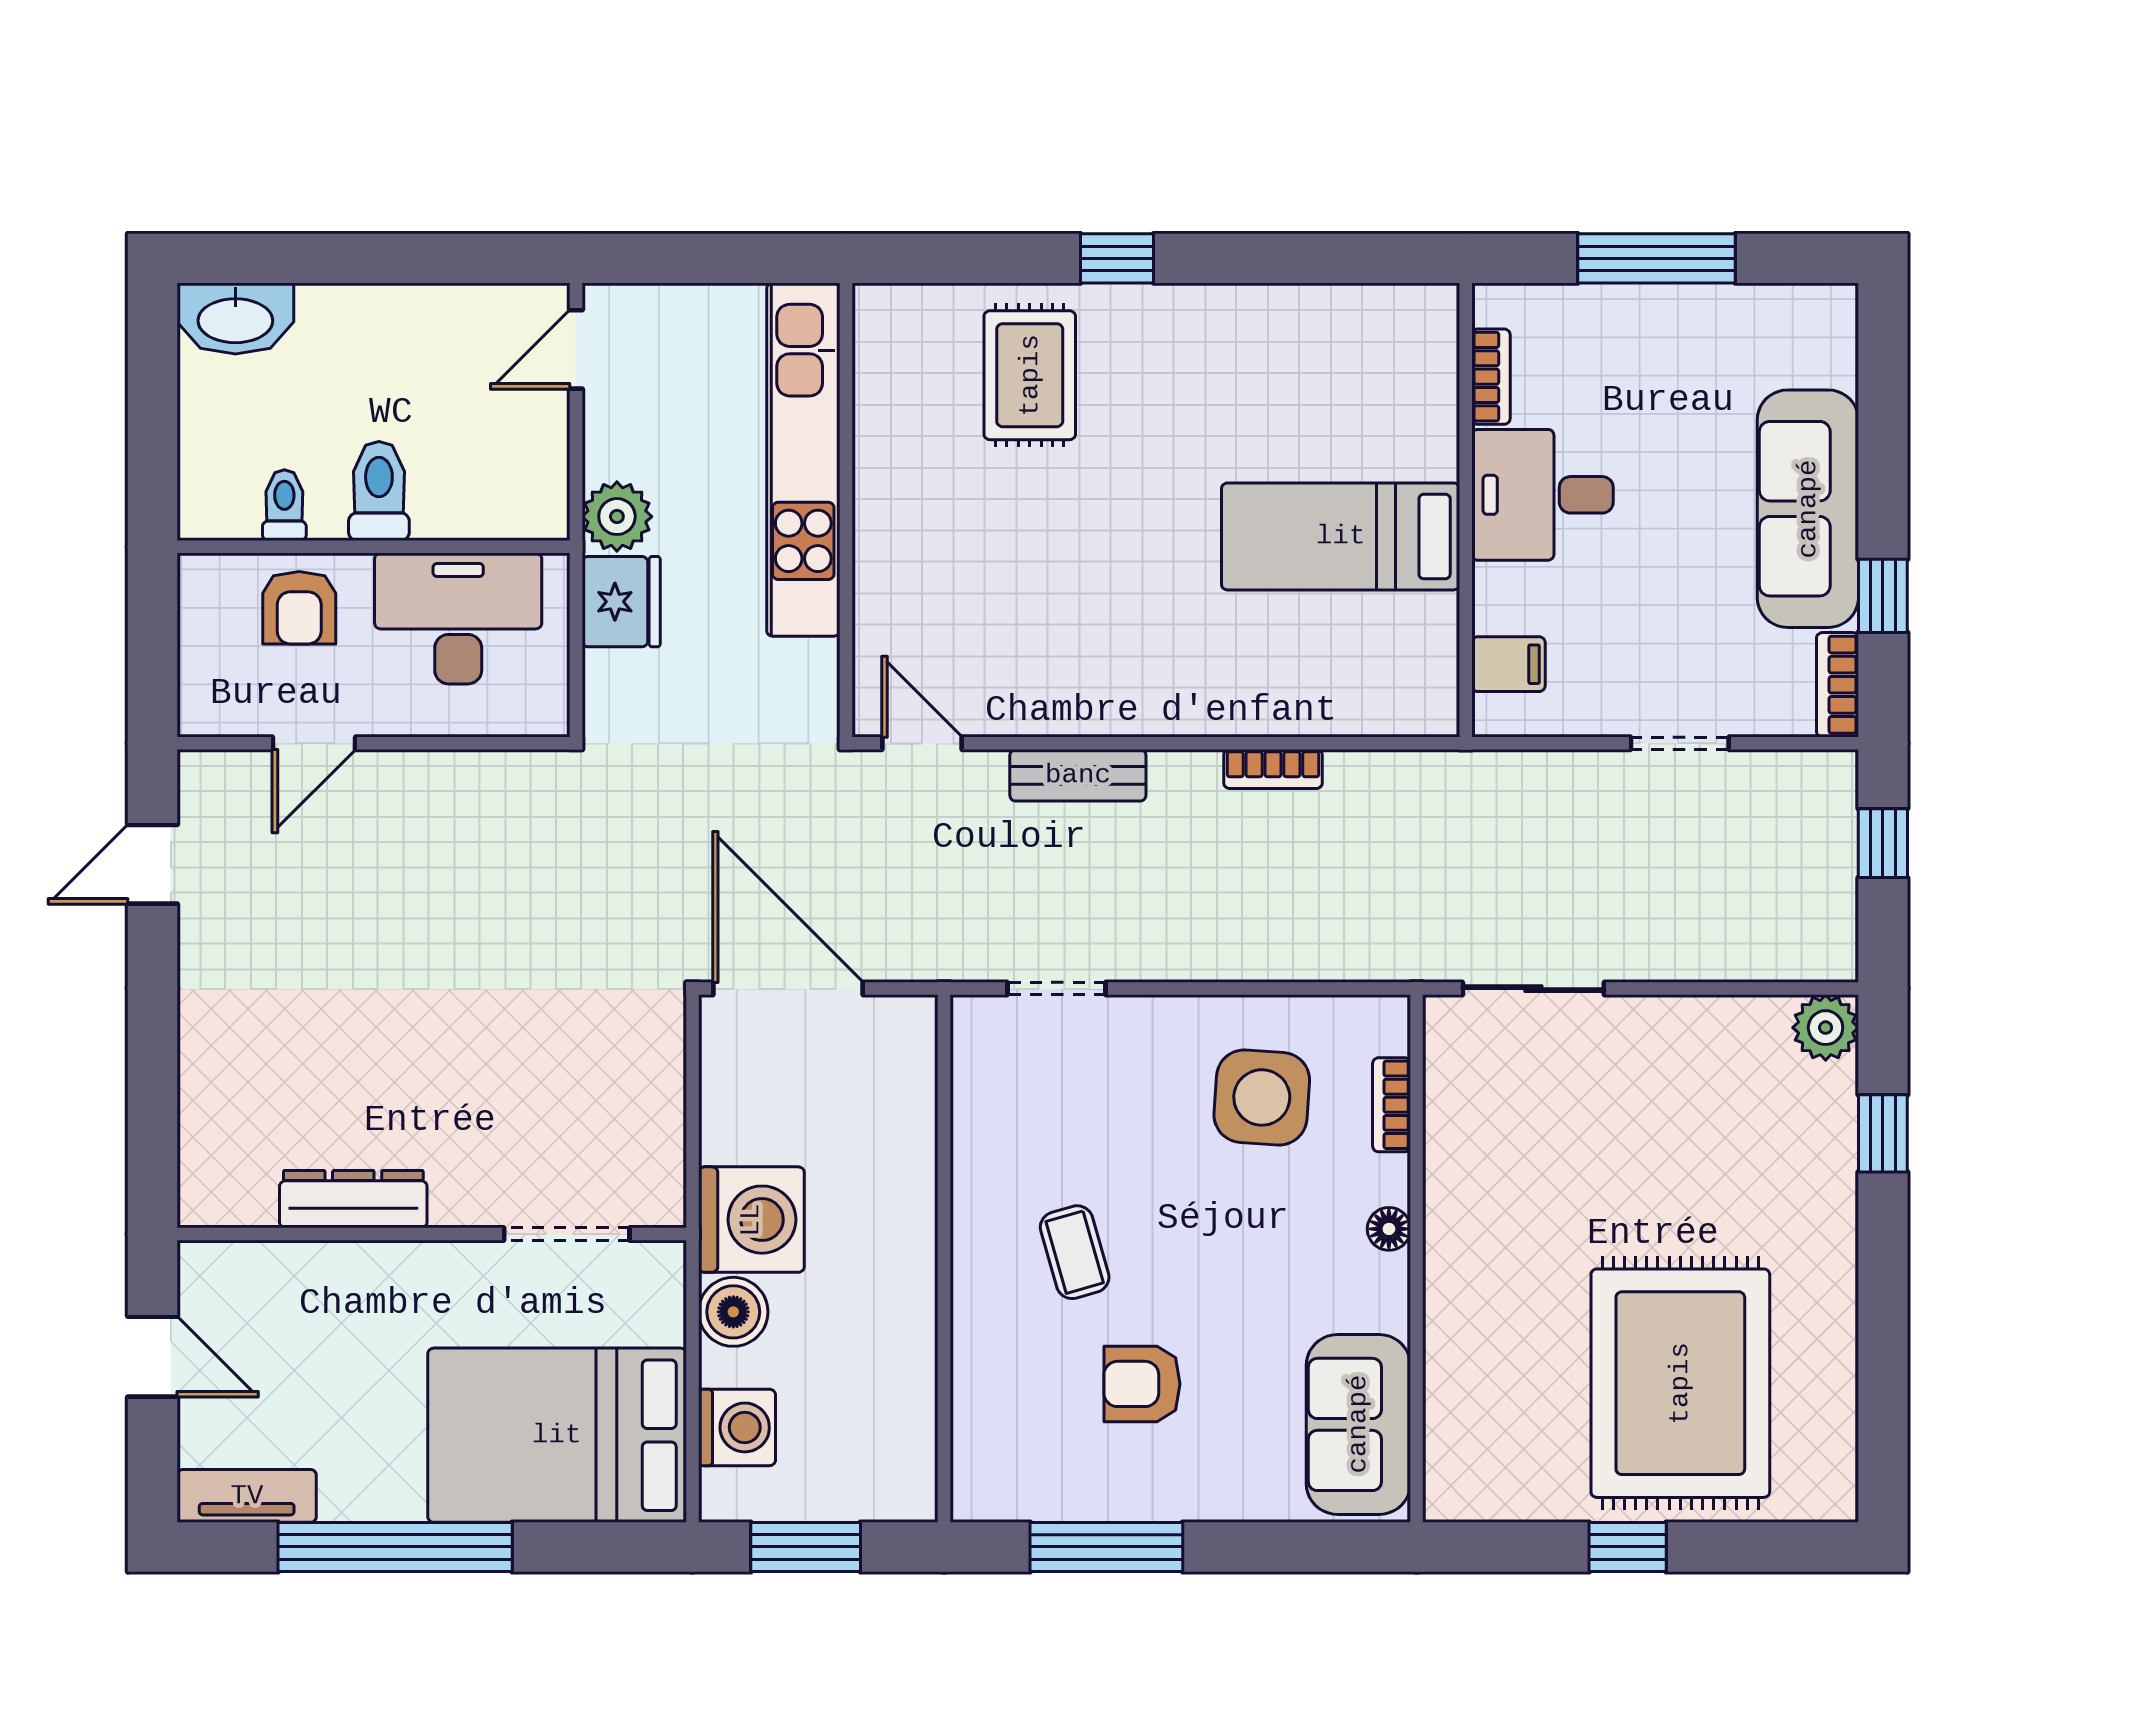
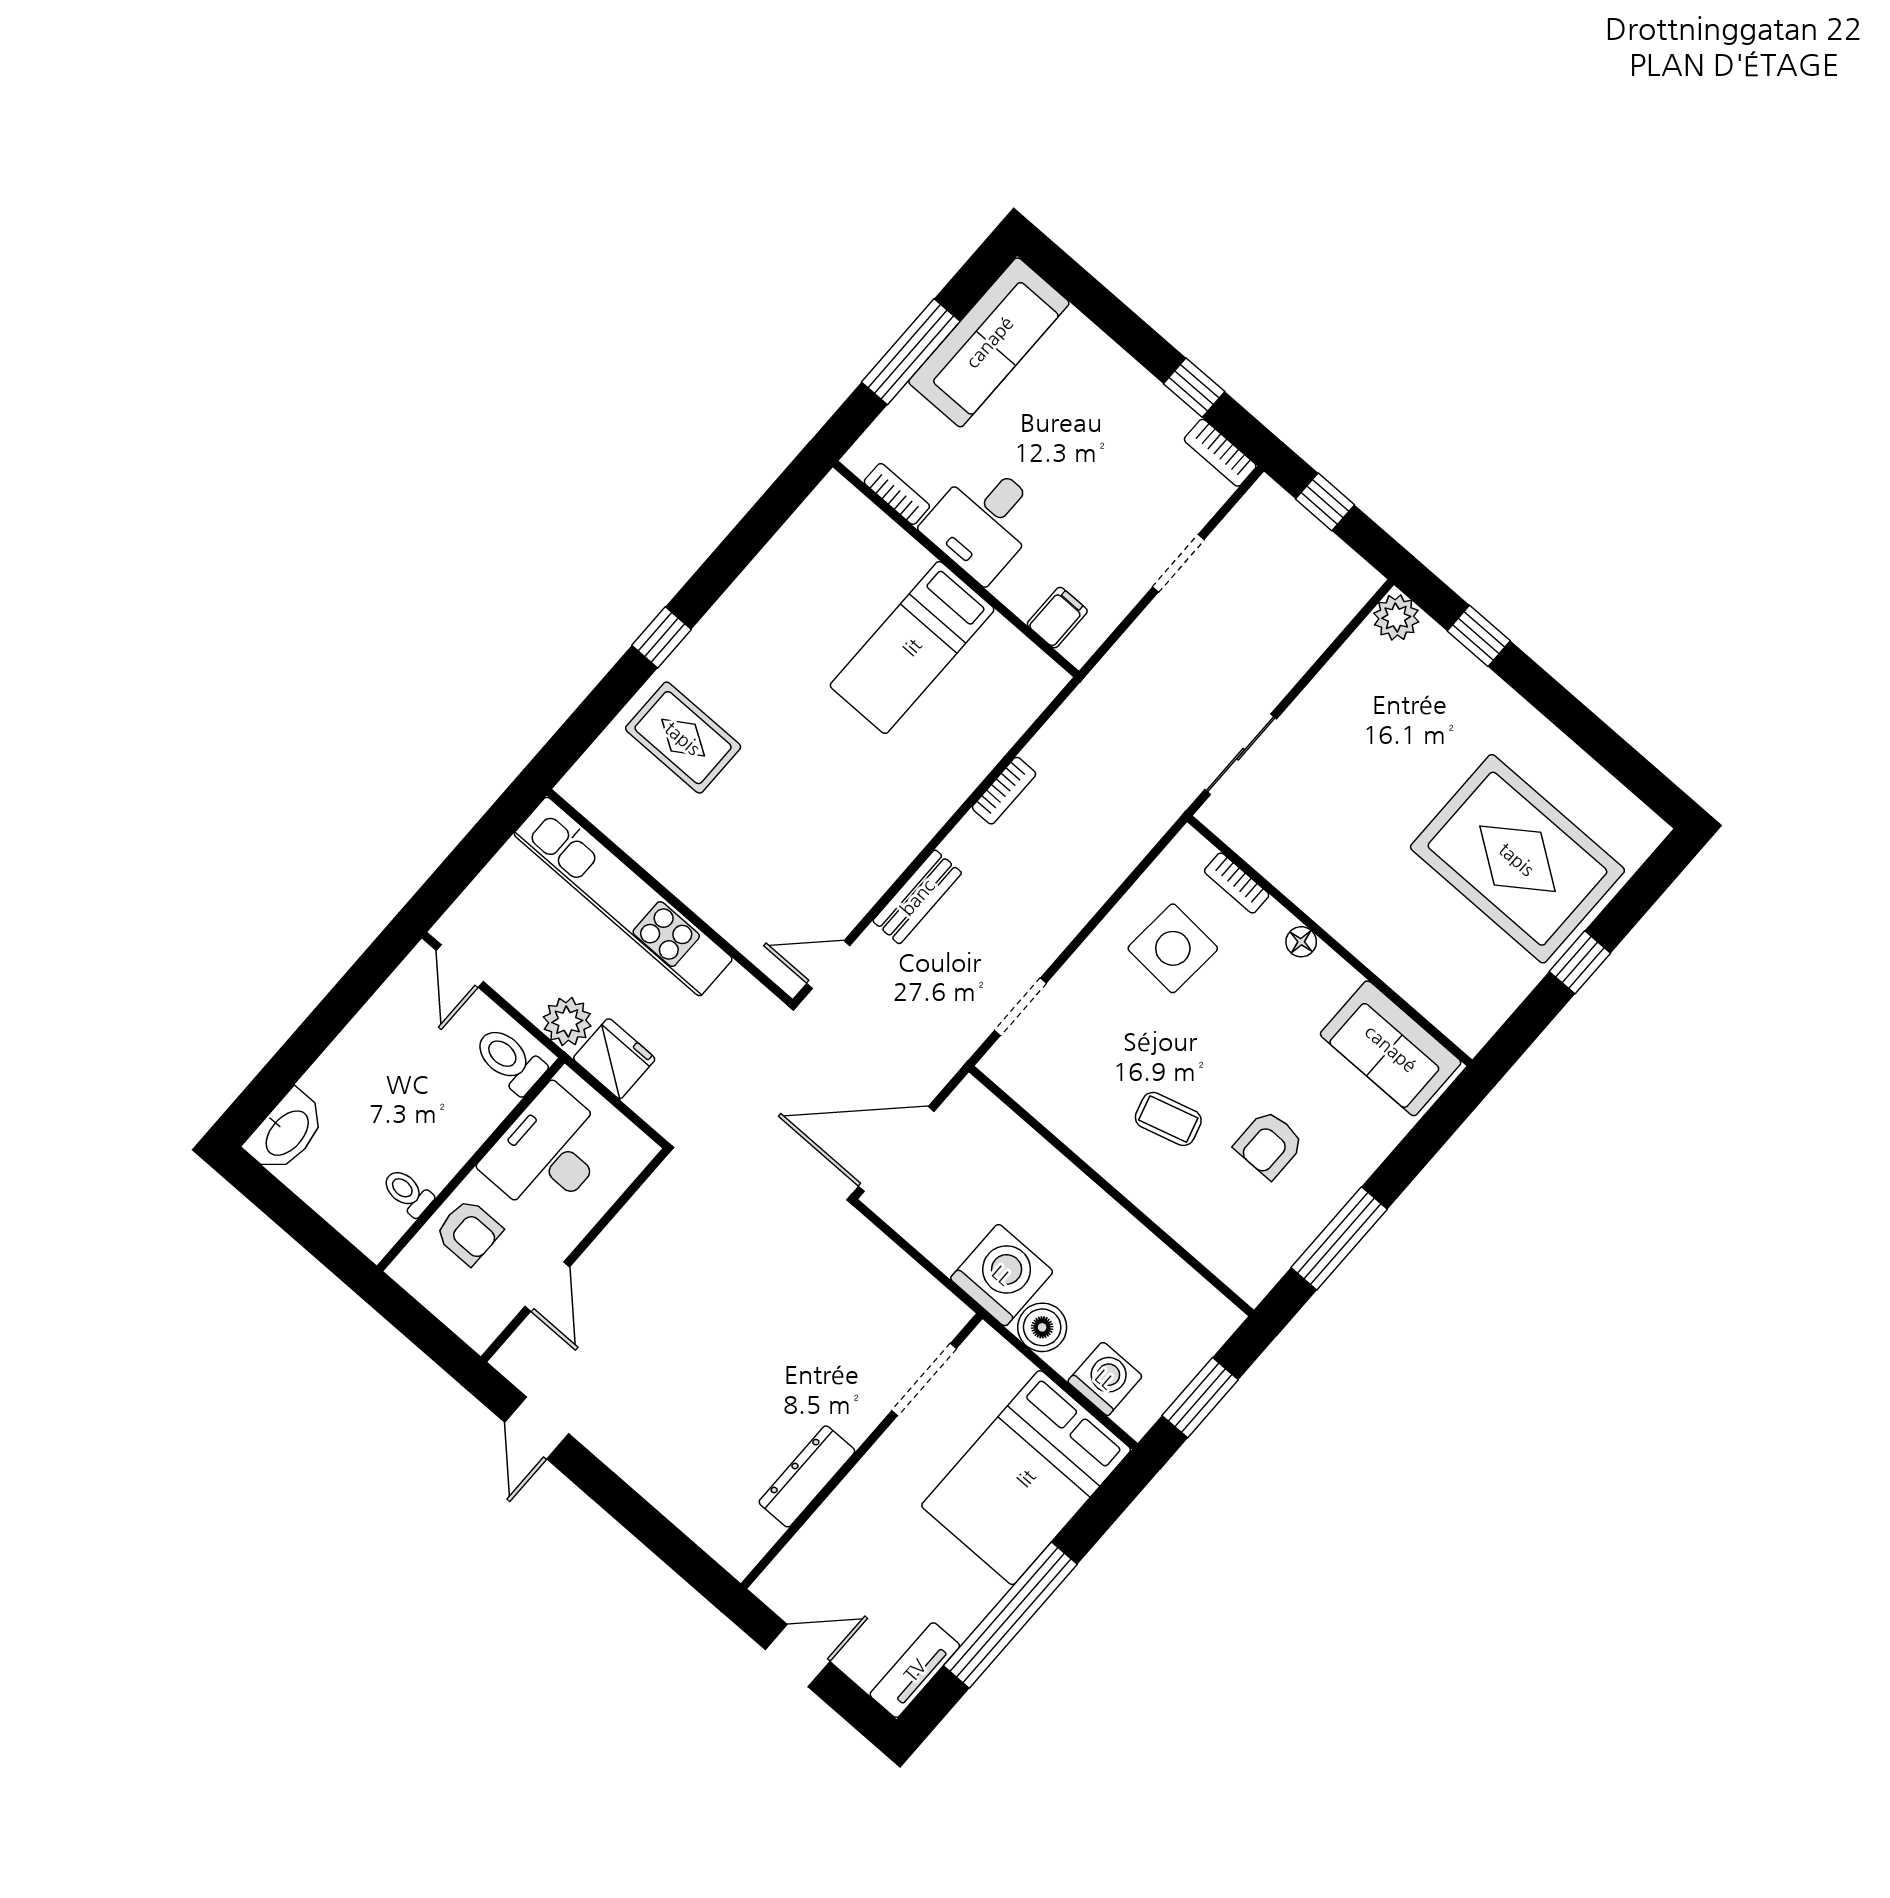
toilet: (379, 491) -> (510, 1060), moved
sofa: (1808, 509) -> (989, 342), moved, turned -90

